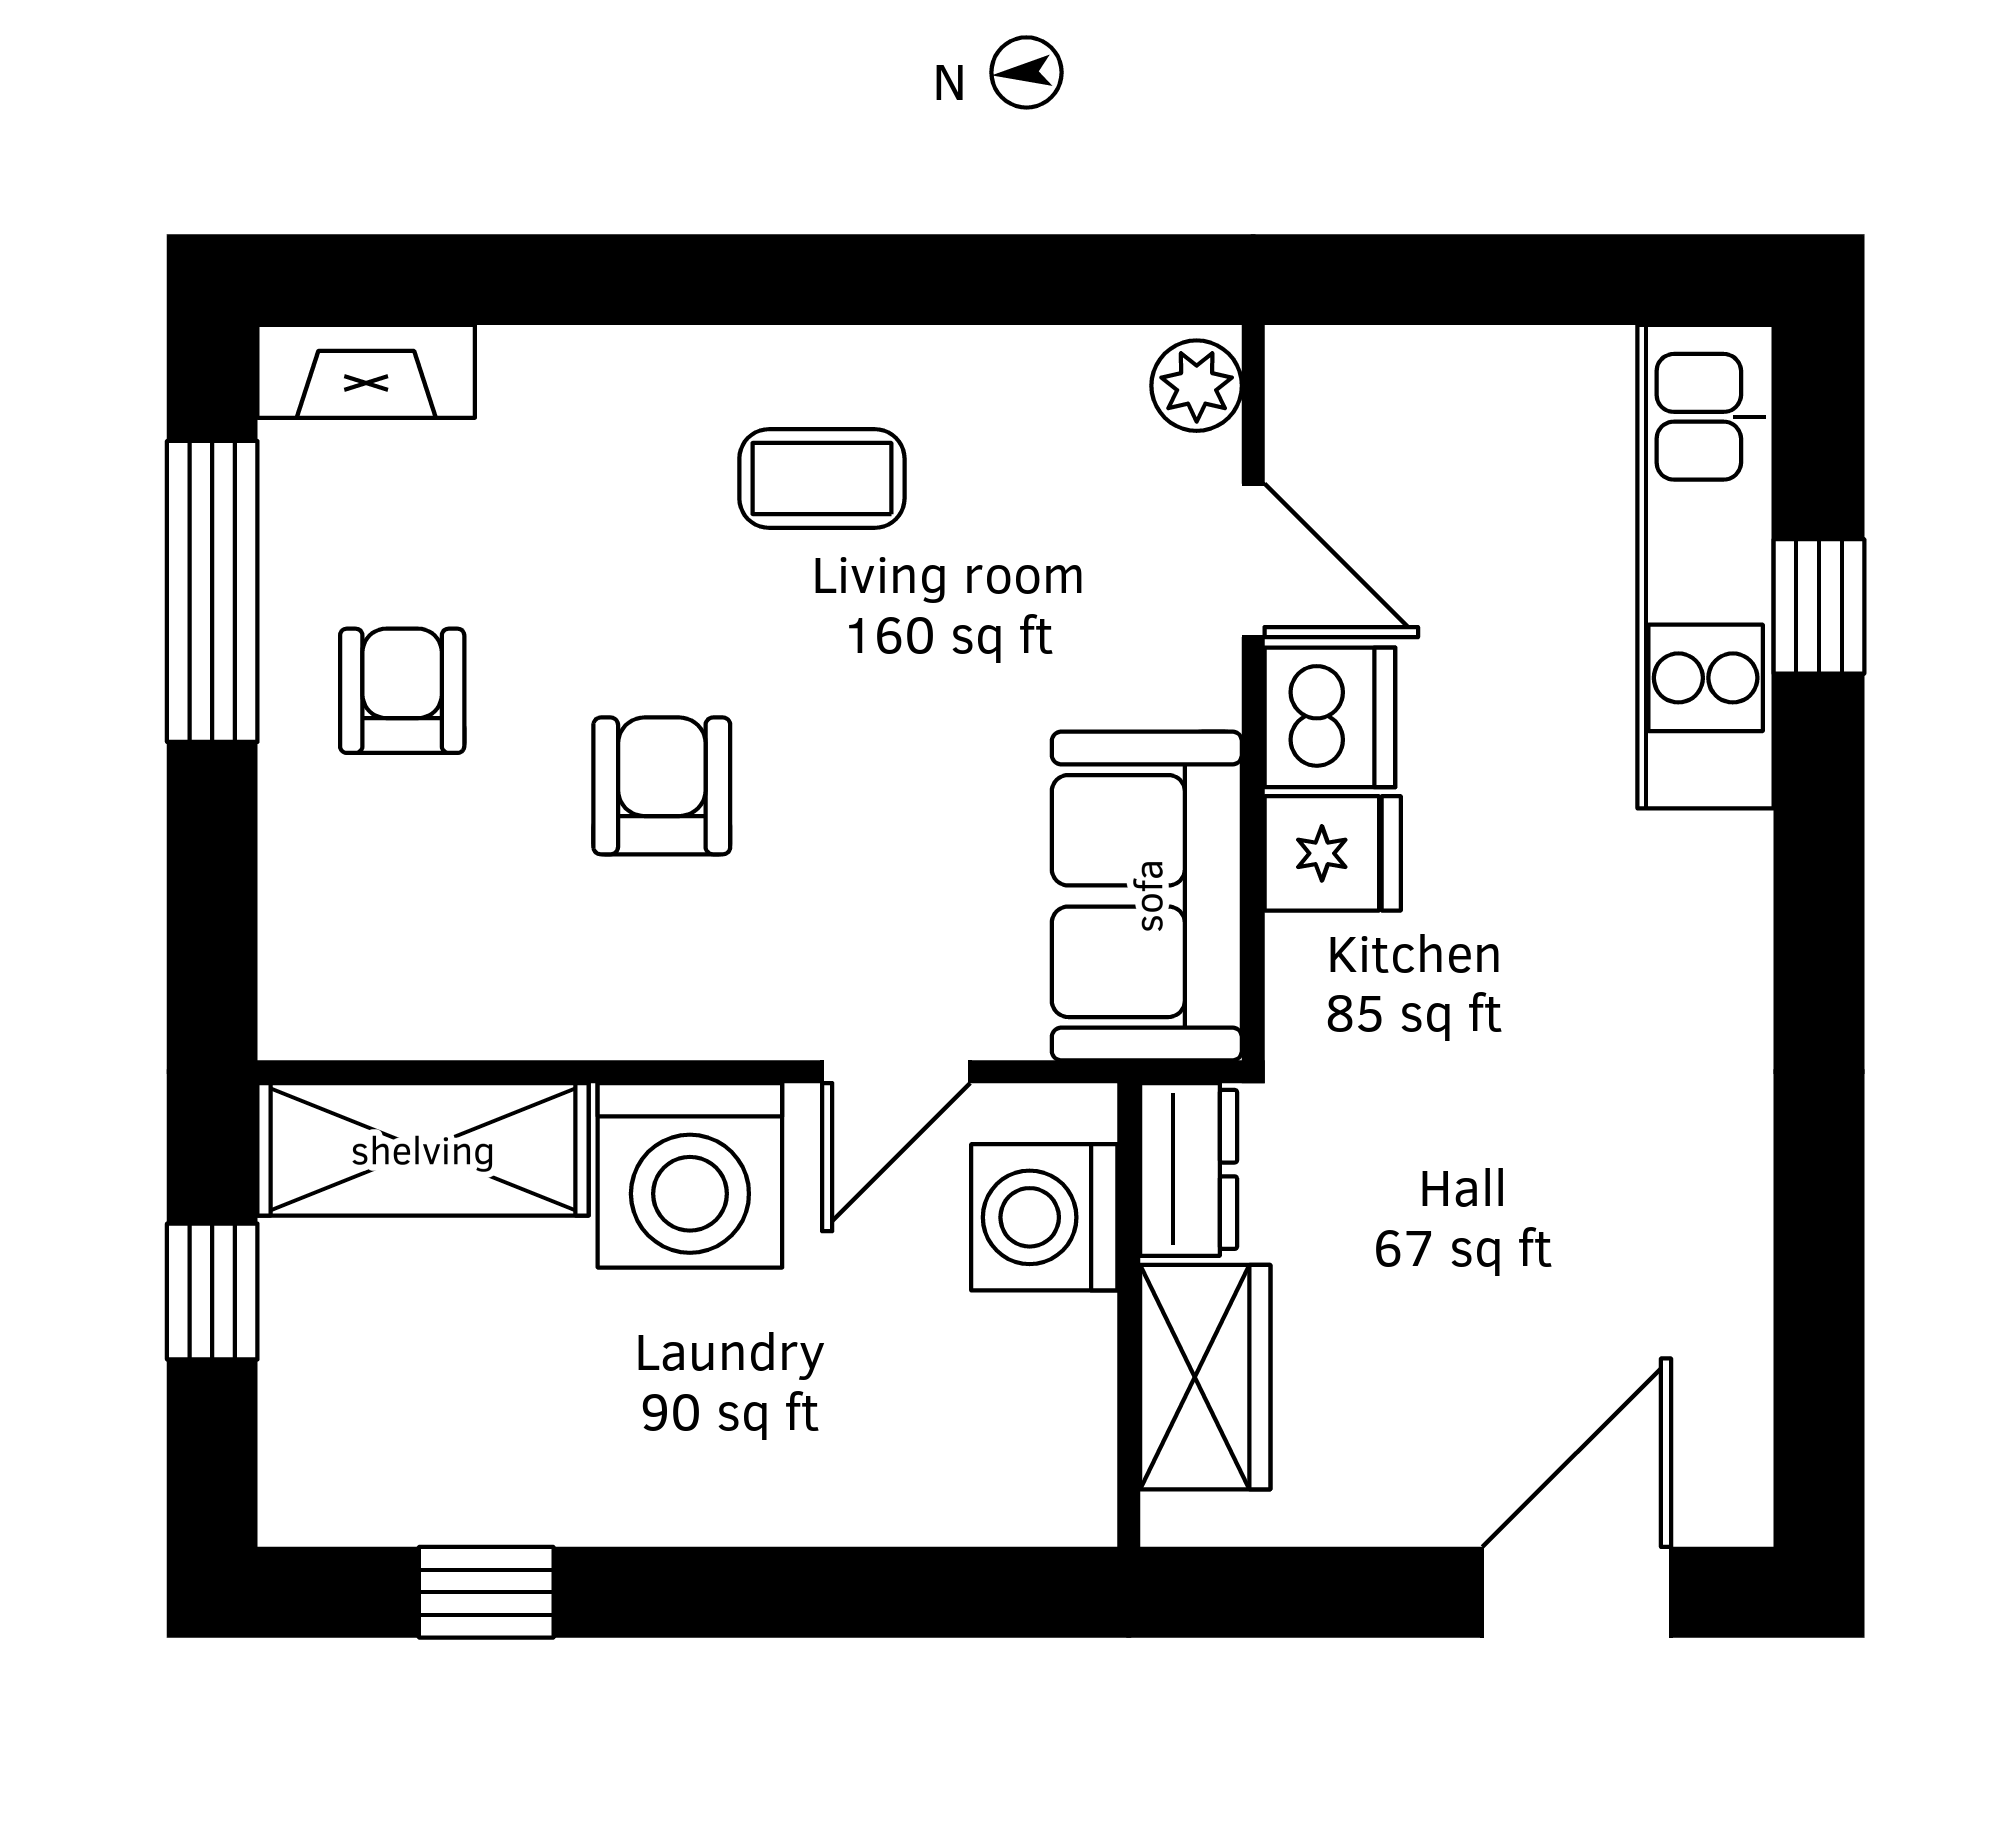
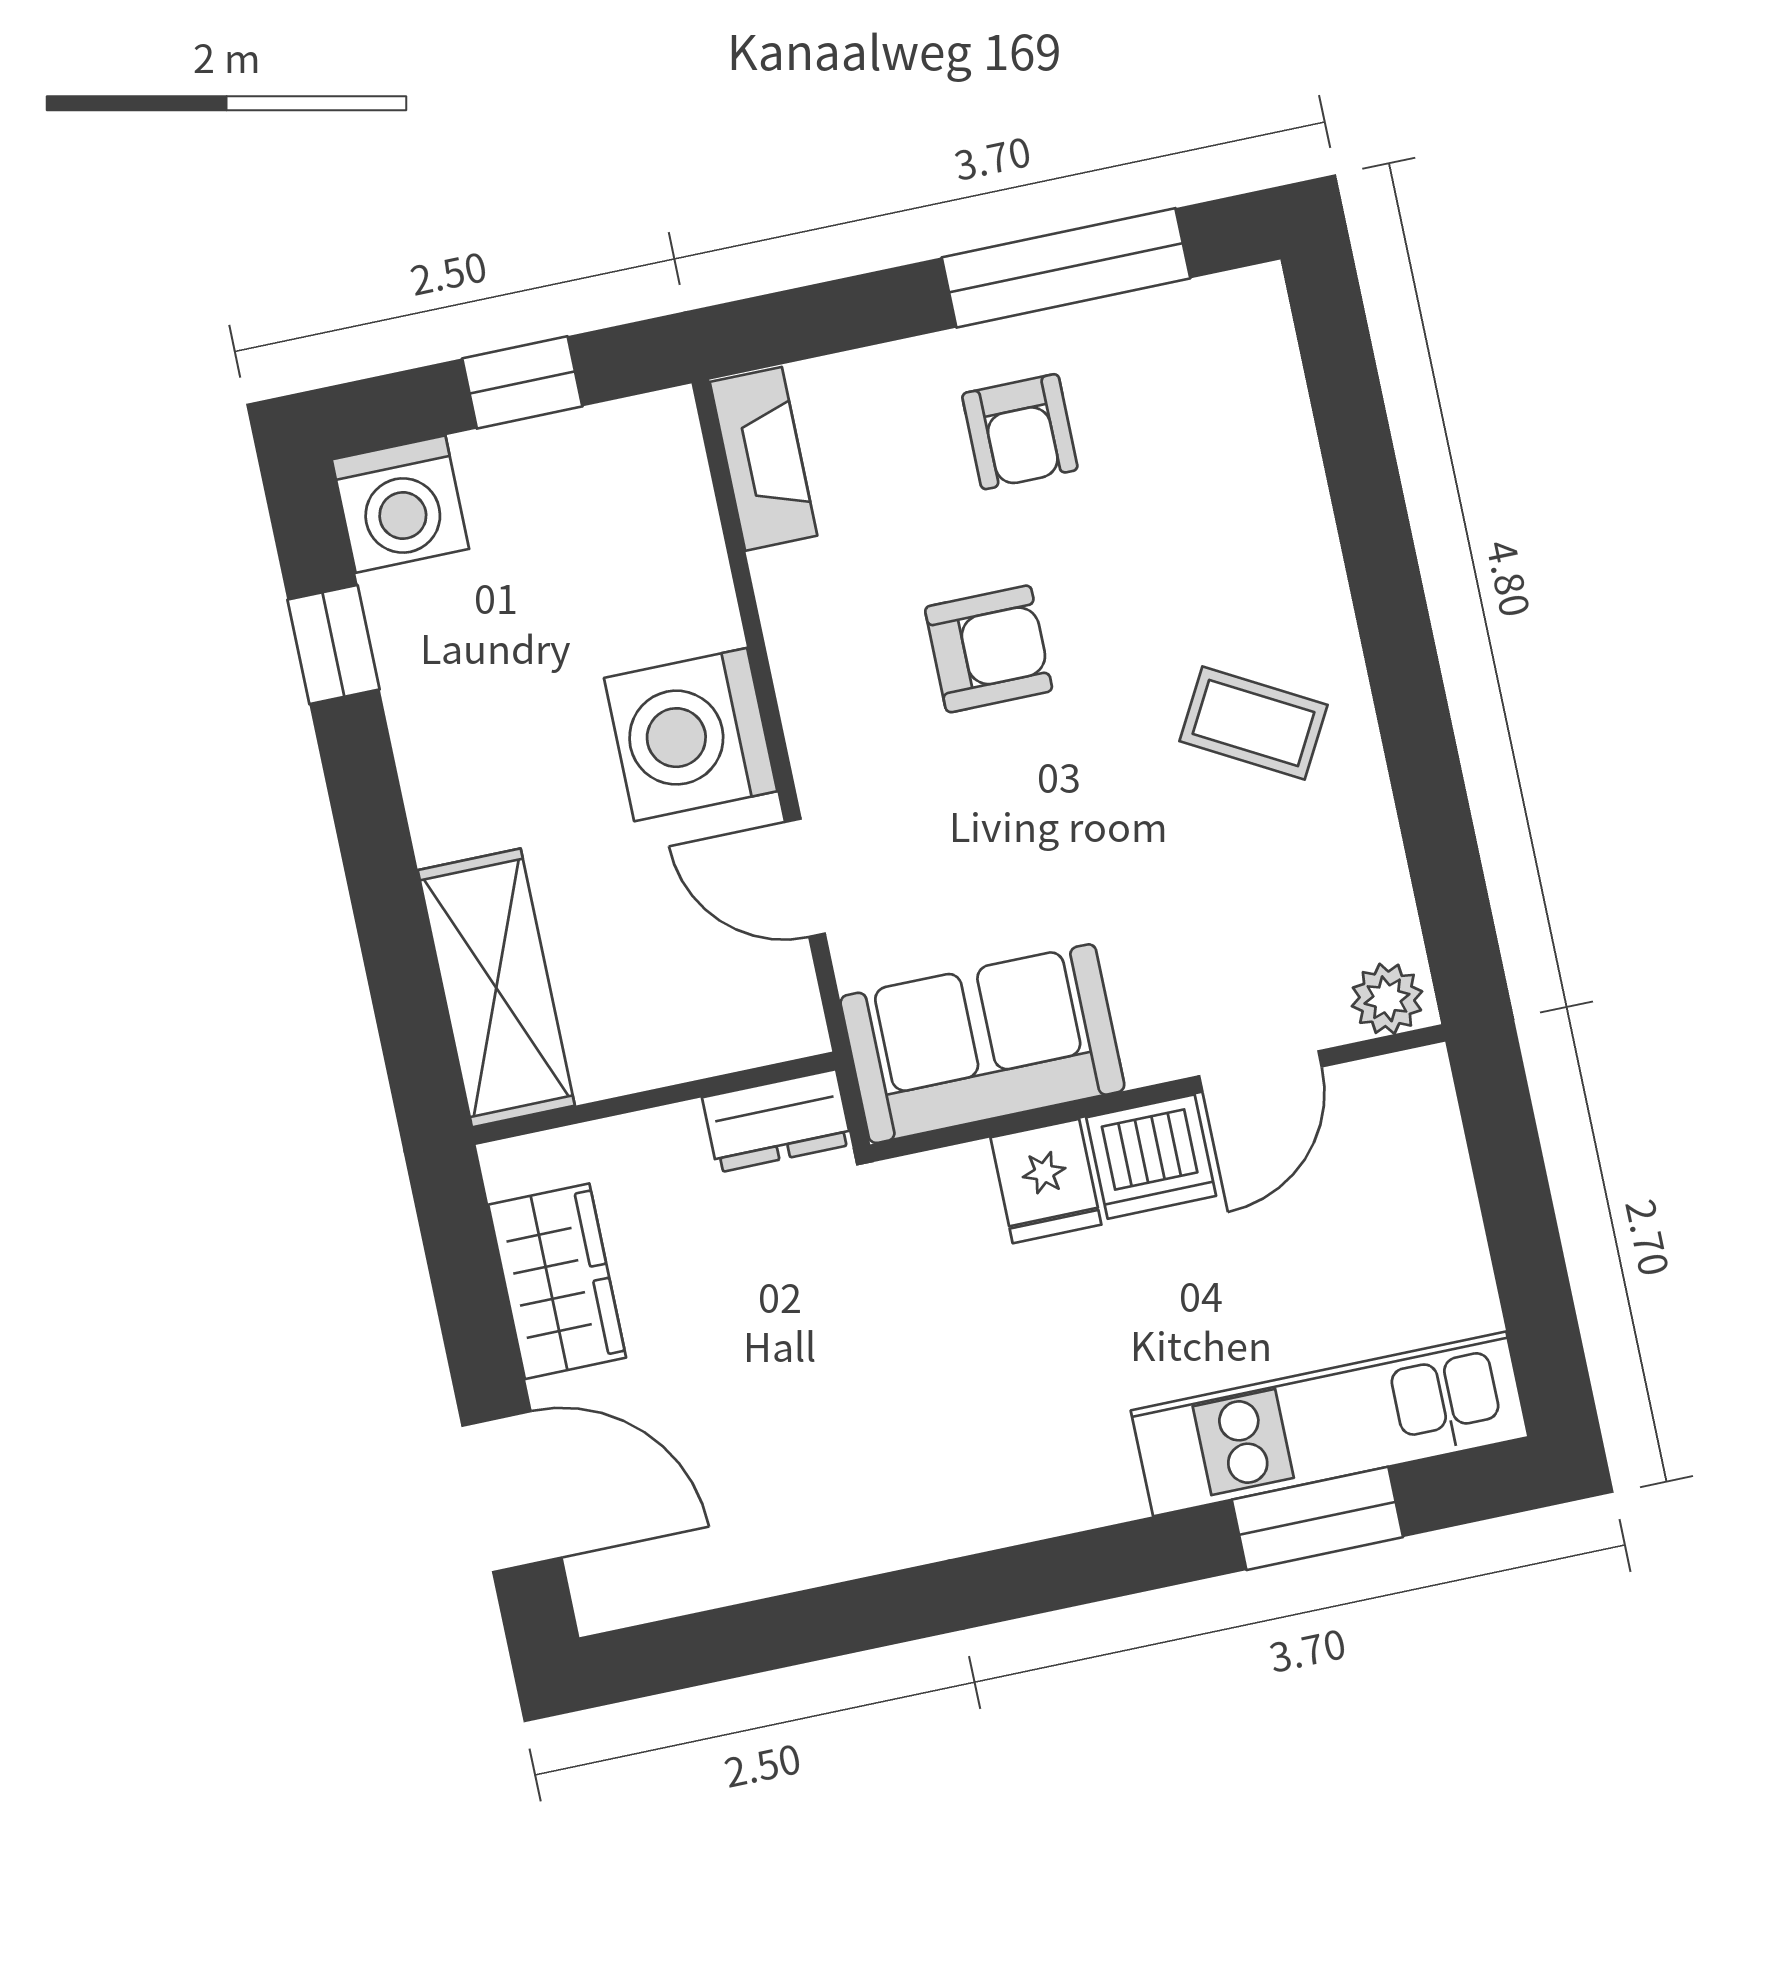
fireplace: (366, 371) -> (763, 459), moved, turned 180
coffee table: (822, 479) -> (1254, 723), turned -61
window: (1819, 606) -> (1317, 1518), width x1.50
armchair: (402, 691) -> (1020, 432), turned 90
shelving: (423, 1149) -> (496, 988), moved
washing machine: (1044, 1217) -> (400, 504), moved, turned 180
wardrobe: (1205, 1377) -> (557, 1281), moved, turned -90

